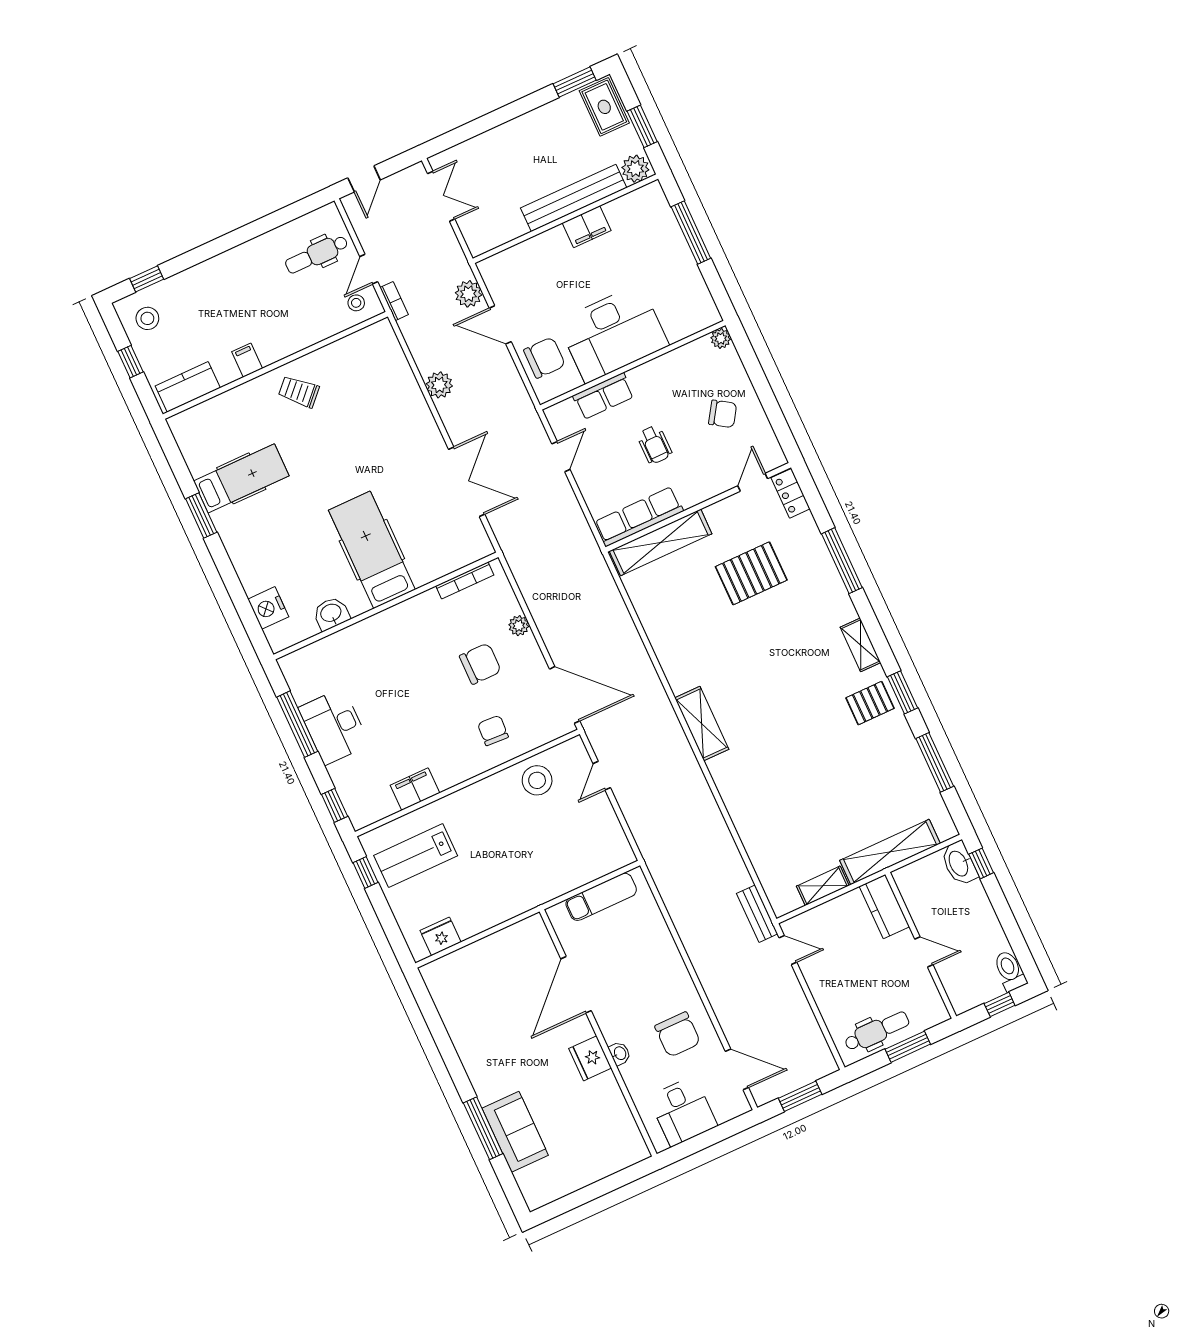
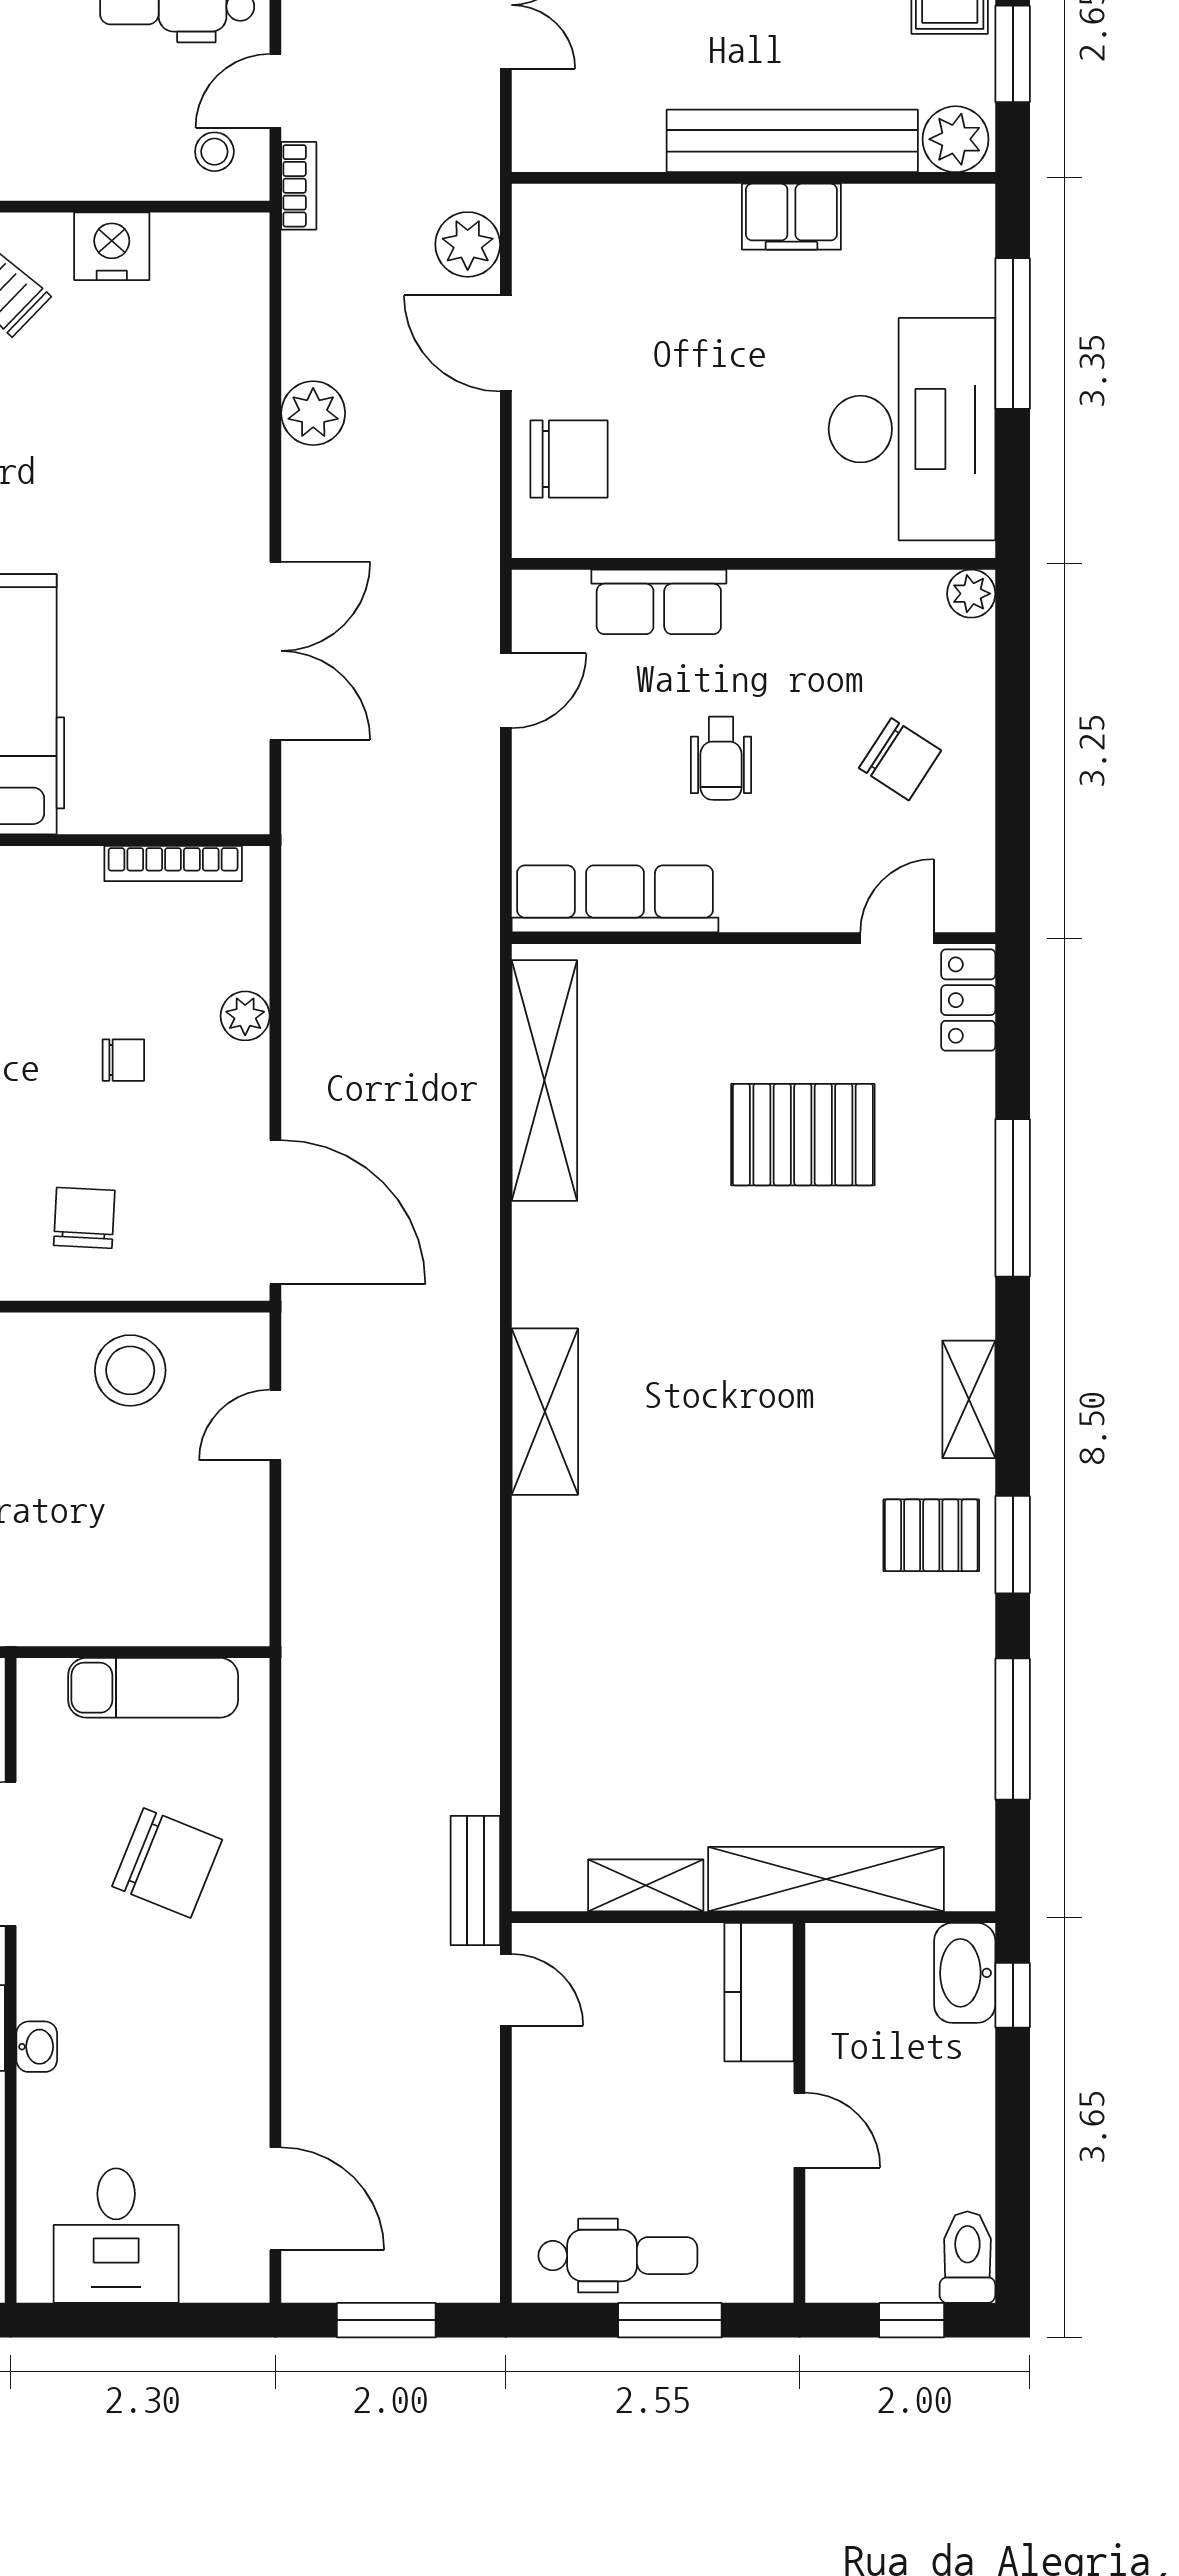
desk: (613, 333) -> (912, 429), moved, turned -90
nightstand: (334, 357) -> (112, 246), added
shelving: (661, 542) -> (544, 1081), moved, turned 90
chair: (480, 664) -> (123, 1060), width x0.54, depth x0.54
chair: (678, 1034) -> (167, 1863), moved, turned -68

